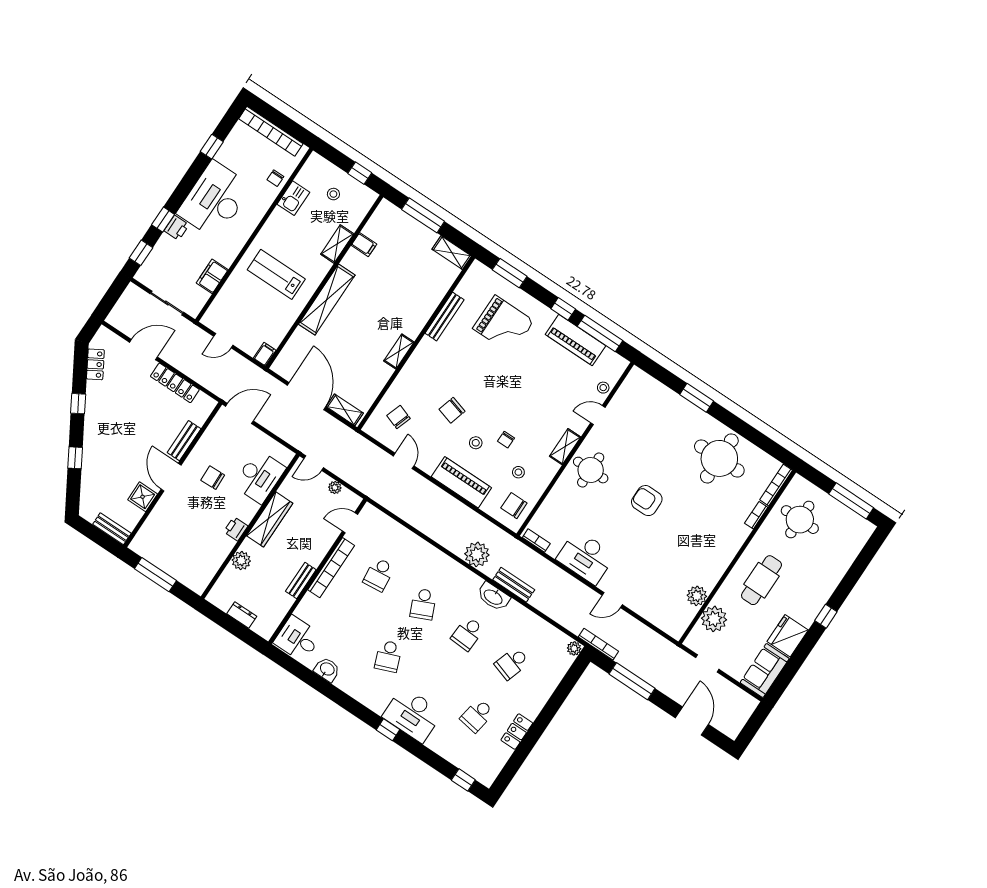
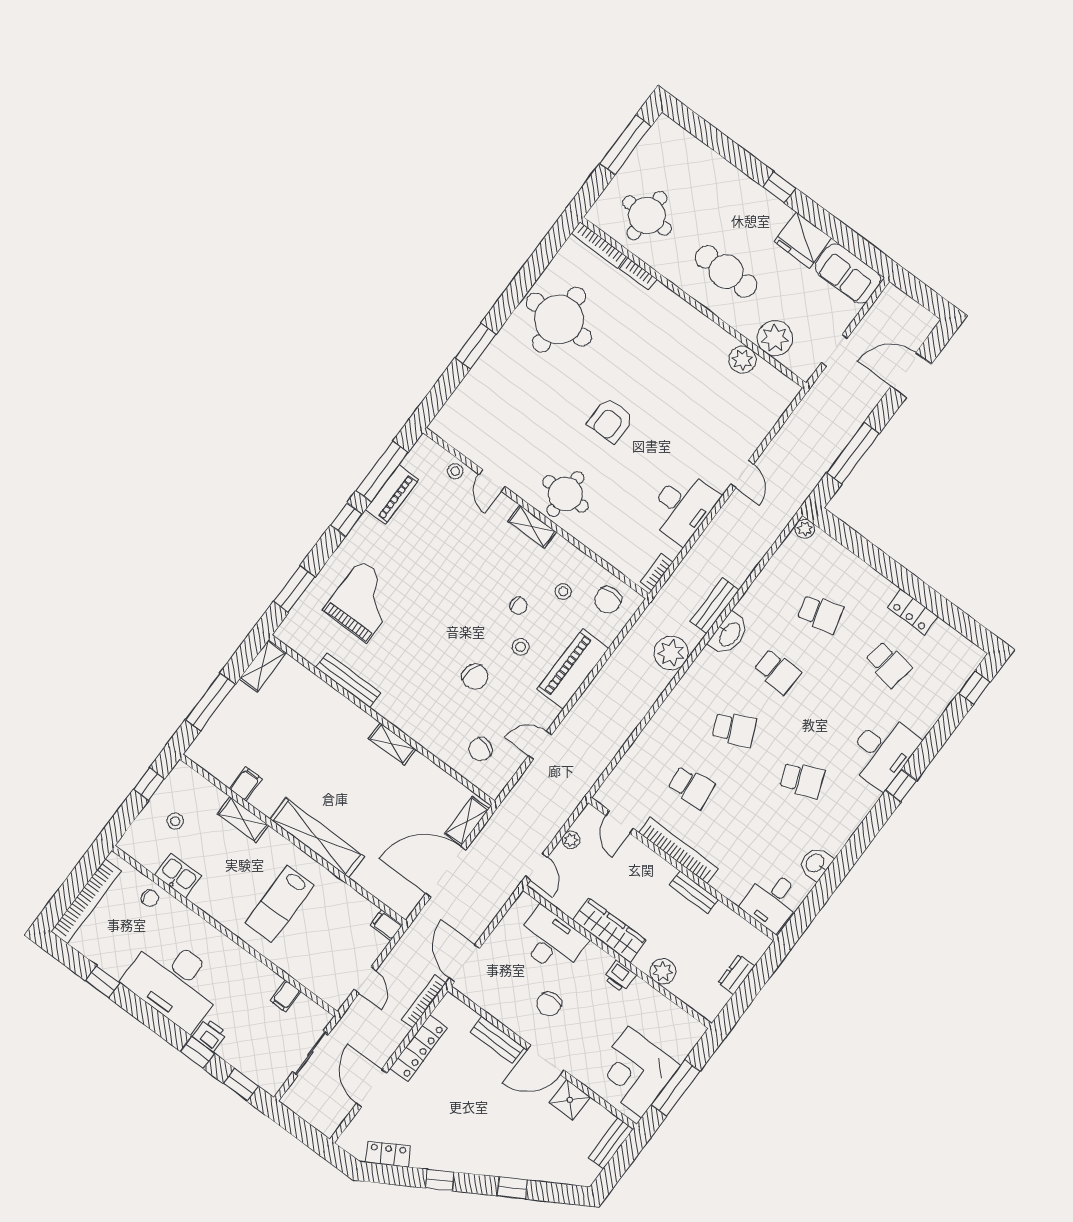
filing cabinet: (212, 276) -> (285, 996), width x0.50
piano: (576, 340) -> (392, 494), width x0.73, depth x0.75
corner desk: (166, 544) -> (635, 1072), added
bookcase: (598, 644) -> (424, 1001), moved
school desk: (512, 663) -> (820, 614), turned -33

